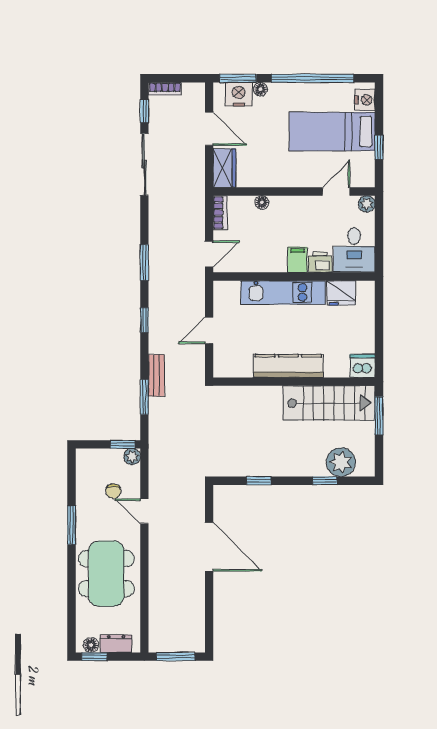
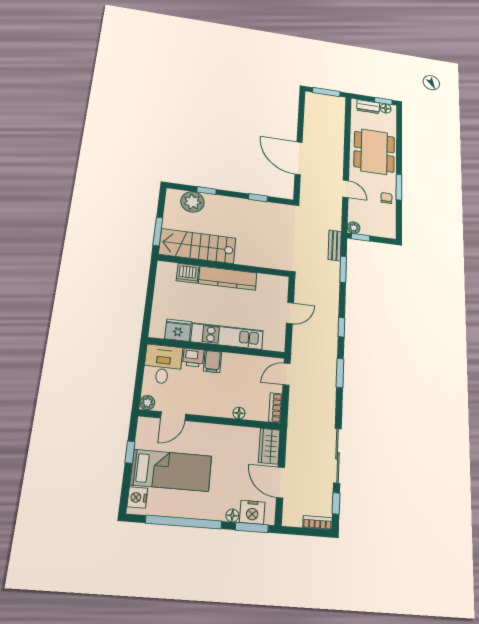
dishwasher: (362, 366) -> (188, 273), moved
bench: (156, 375) -> (335, 245), moved
chair: (113, 491) -> (386, 198), moved

